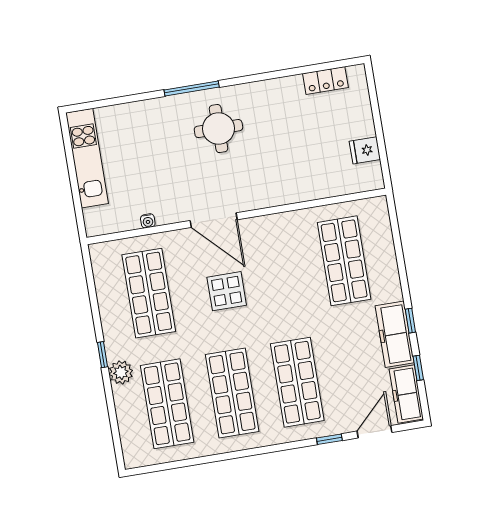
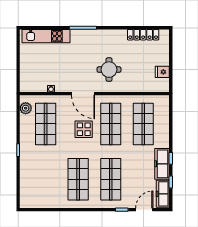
locker: (325, 80) -> (143, 35), width x1.53
round table: (218, 129) -> (109, 70), moved
kitchen unit: (87, 158) -> (46, 36), moved, turned 90
plant: (121, 372) -> (26, 108), moved
shop shelf: (167, 404) -> (111, 124), moved

